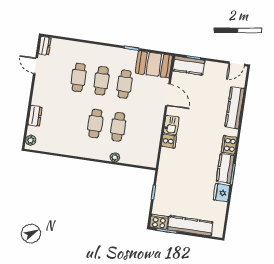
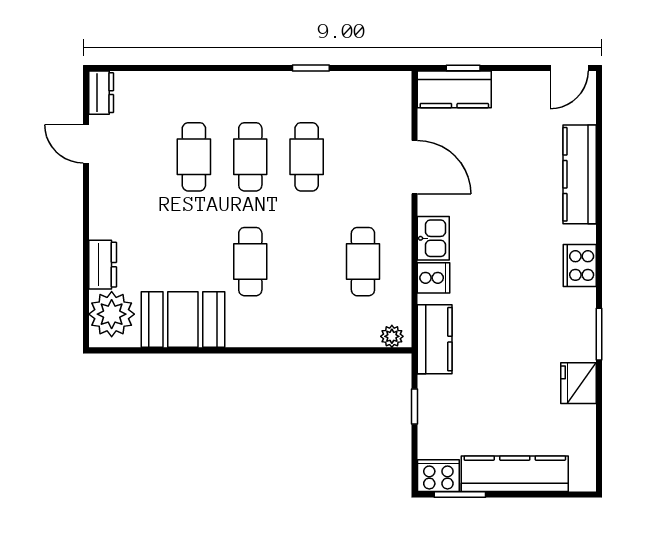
booth: (154, 64) -> (183, 320), moved
cafe table: (118, 127) -> (363, 262), moved
plant: (31, 140) -> (112, 314), width x1.88, depth x1.88
plant: (115, 157) -> (392, 336), moved
kitchen counter: (225, 168) -> (435, 339), moved, turned 180

